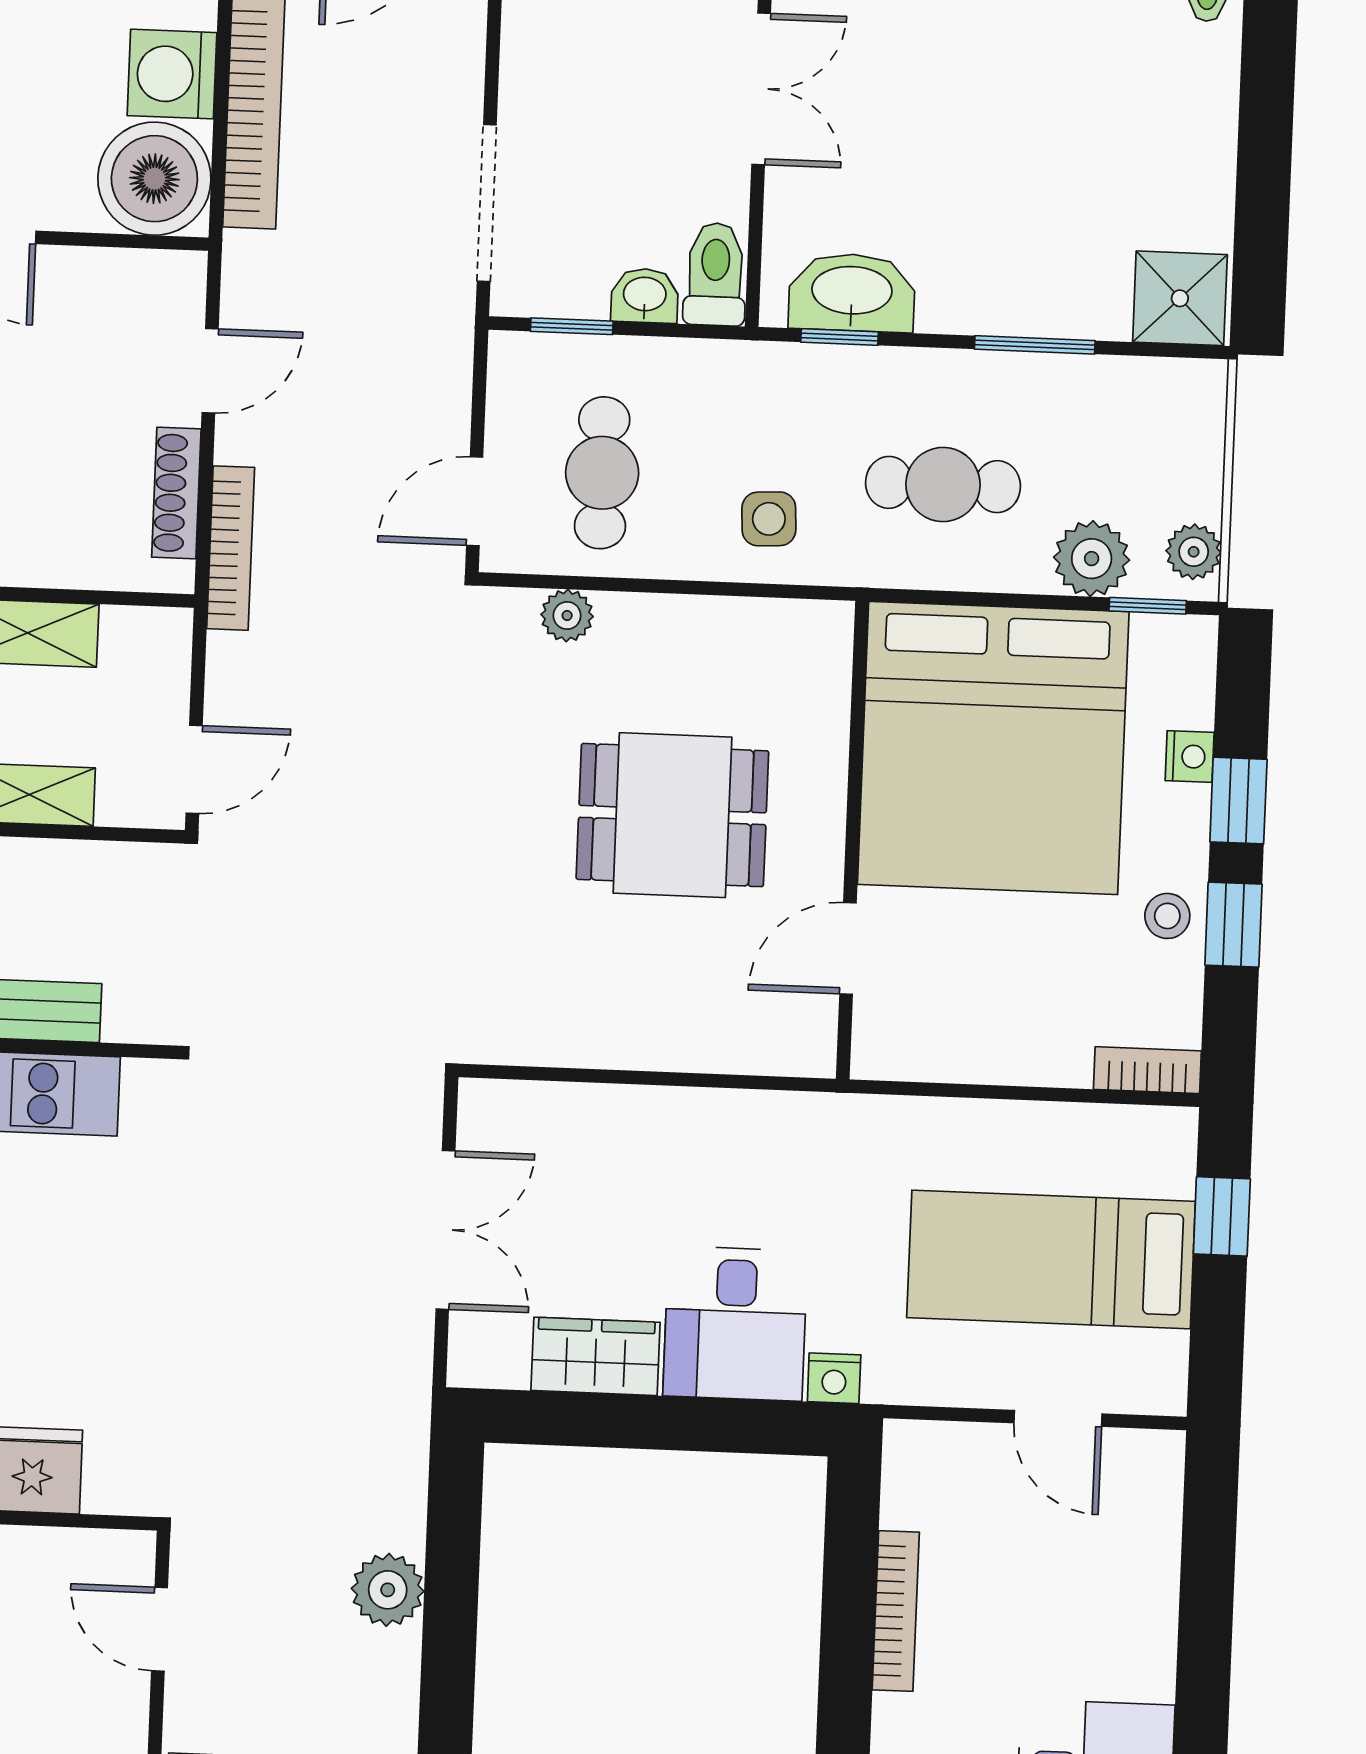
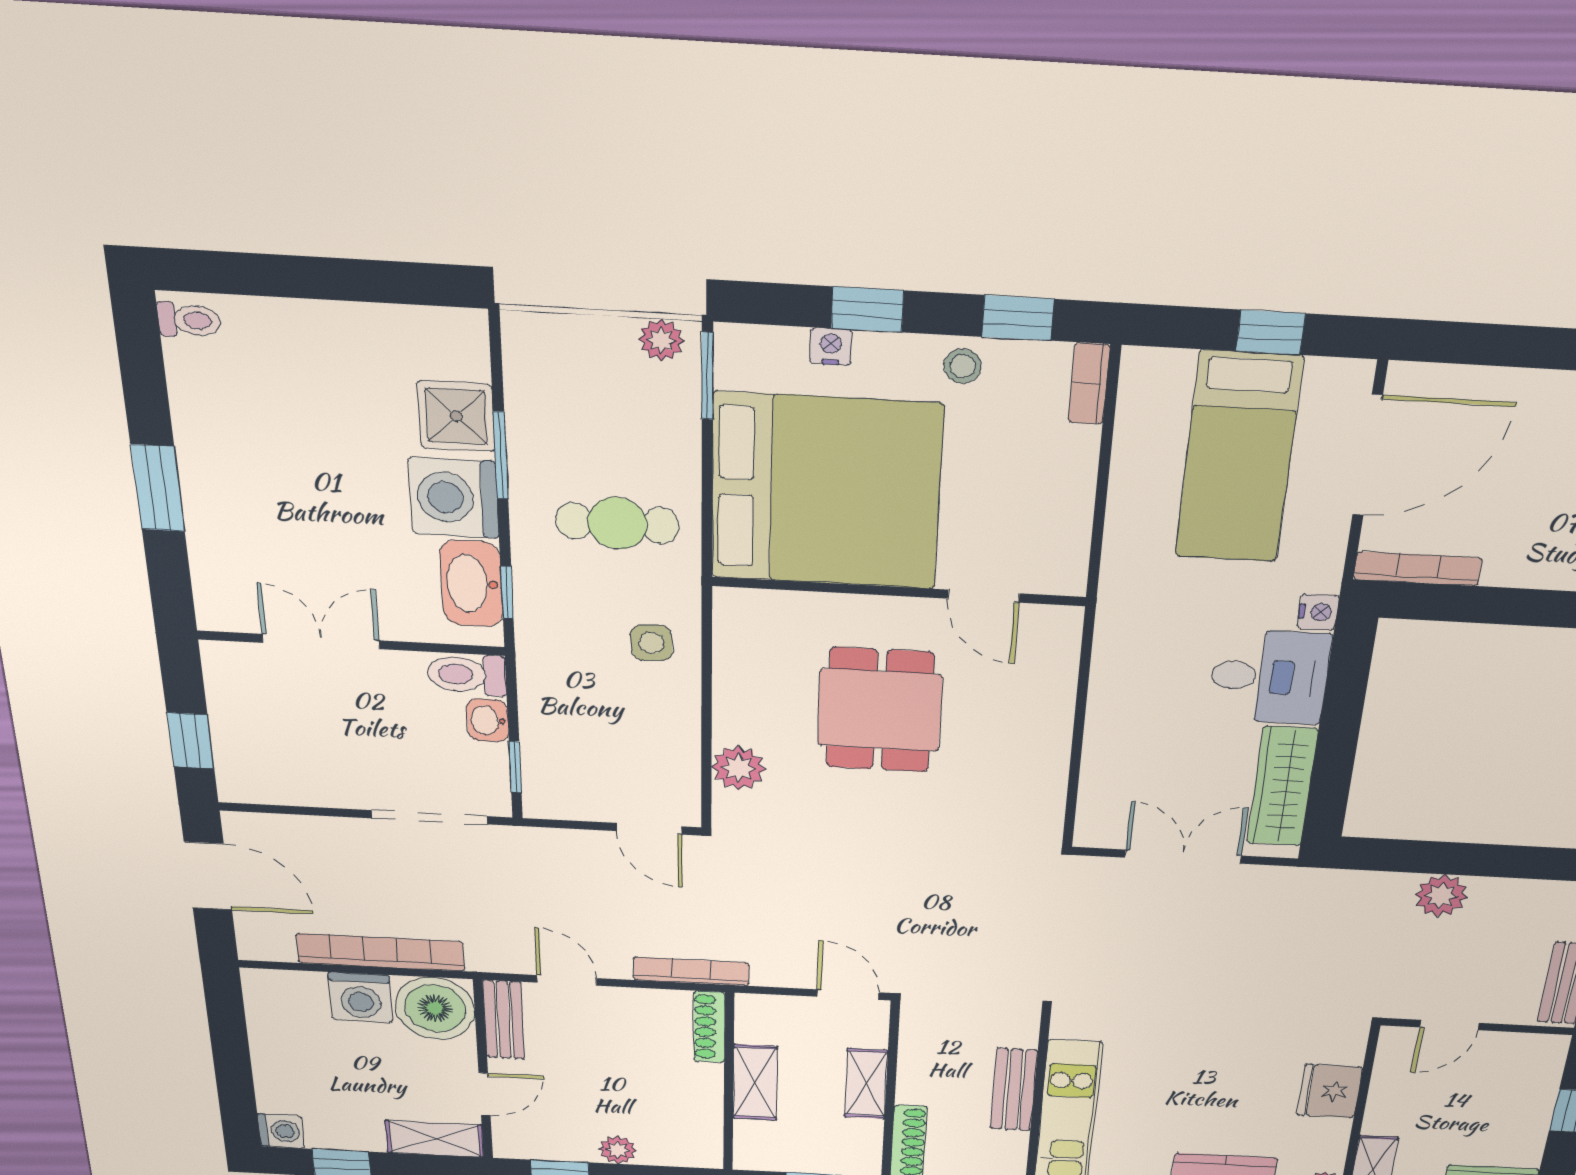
bench: (136, 275) -> (504, 1020), added
washing machine: (975, 281) -> (454, 498), added
shower: (1180, 298) -> (456, 416), moved
cafe table: (602, 473) -> (623, 750), removed
cafe table: (943, 485) -> (617, 523), turned 90
shoe rack: (176, 493) -> (709, 1027), moved, turned 90
plant: (1092, 559) -> (671, 417), removed
window: (1148, 606) -> (707, 376), width x1.50
plant: (567, 616) -> (738, 768), width x1.38, depth x1.38
window: (1233, 925) -> (1018, 318), moved
window: (1222, 1216) -> (1271, 332), moved
wardrobe: (595, 1356) -> (1282, 786), width x1.50
door: (1058, 1418) -> (1368, 455), width x1.87
bookcase: (896, 1611) -> (1418, 569), moved

